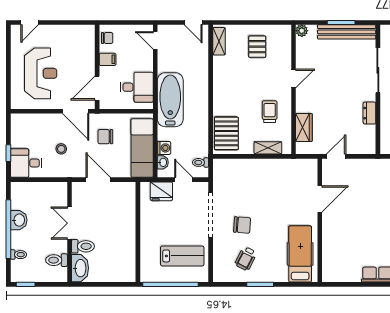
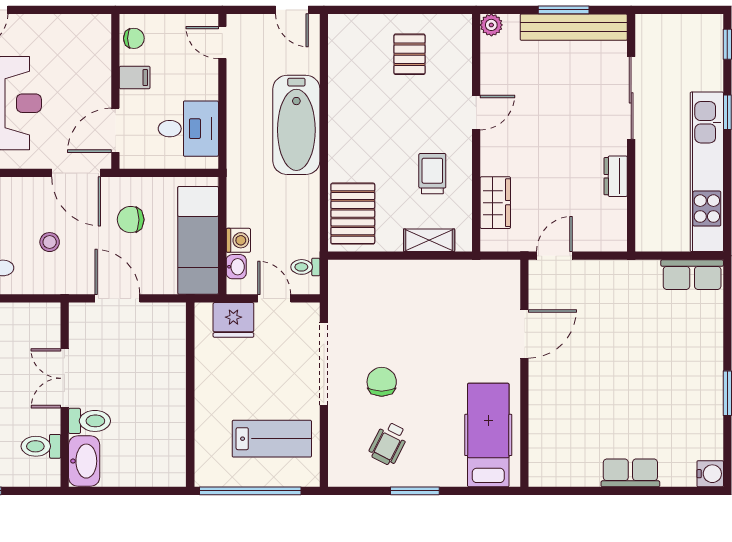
shelving: (219, 41) -> (339, 44), removed
bathtub: (170, 100) -> (296, 125), moved, turned 180
chair: (242, 225) -> (382, 382), turned -94

